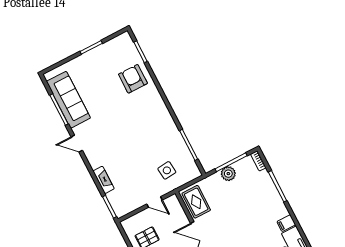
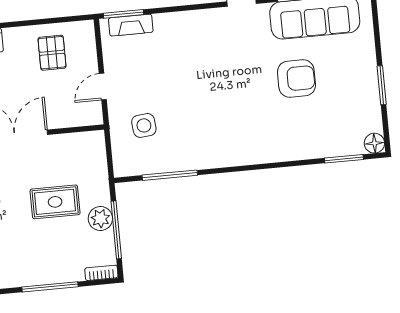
floor lamp: (125, 38) -> (374, 143), added
armchair: (133, 79) -> (296, 79), moved
fireplace: (104, 180) -> (131, 25), moved
rug: (196, 202) -> (55, 202), moved

